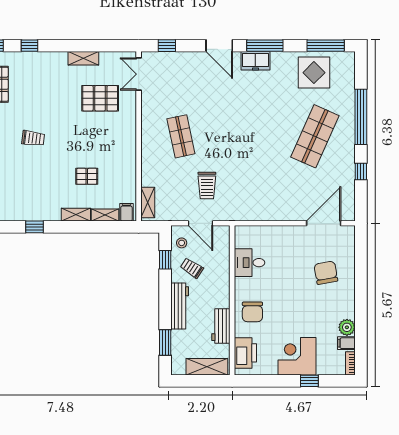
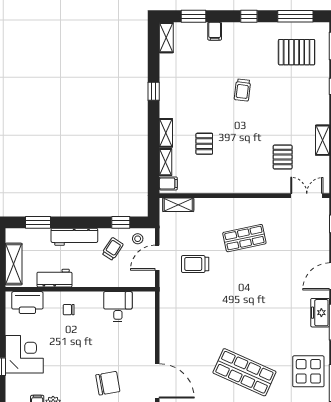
pallet: (100, 98) -> (283, 157), width x0.67, depth x0.71
chair: (252, 312) -> (69, 310), width x0.54, depth x0.54

